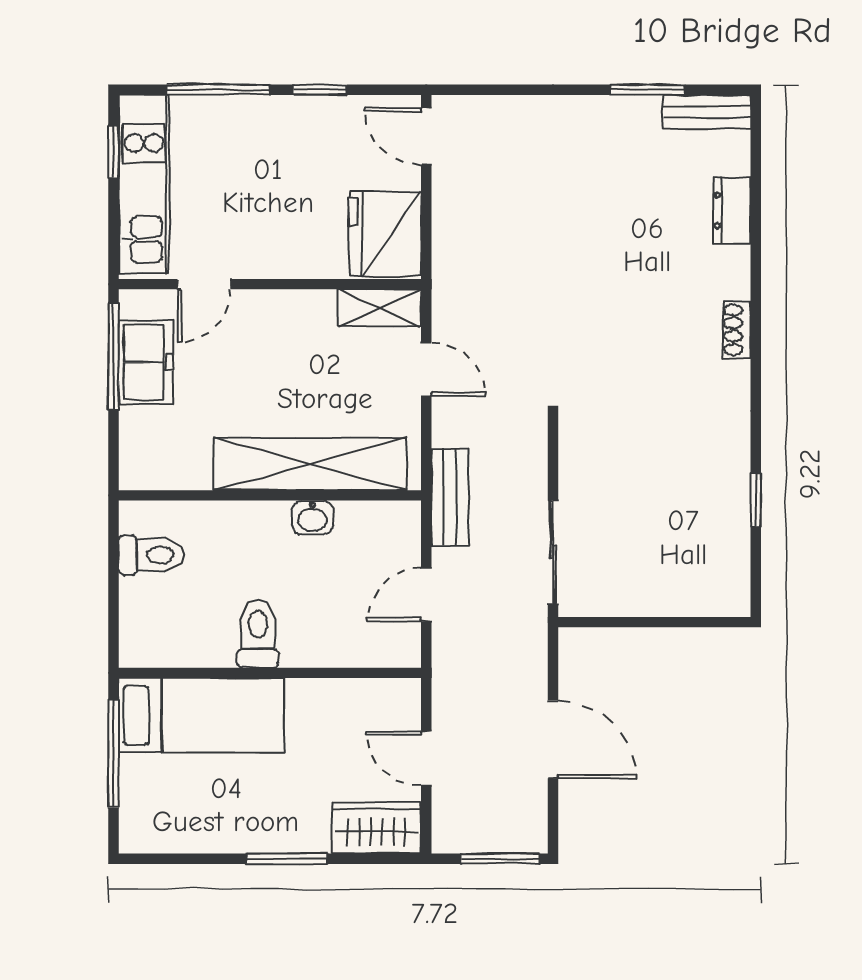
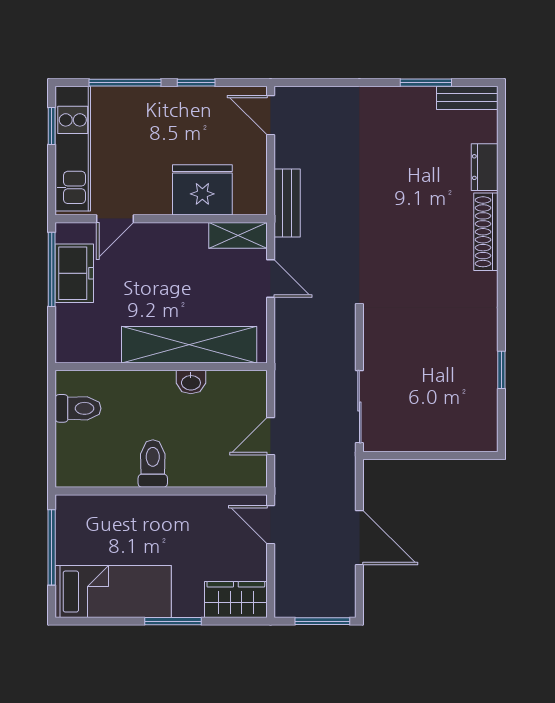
fridge: (385, 234) -> (202, 190), moved, turned 90
shoe rack: (737, 330) -> (486, 232), width x1.94, depth x1.24
bench: (450, 498) -> (287, 203), moved
bed: (201, 715) -> (113, 592), moved
door: (426, 758) -> (271, 525), moved

